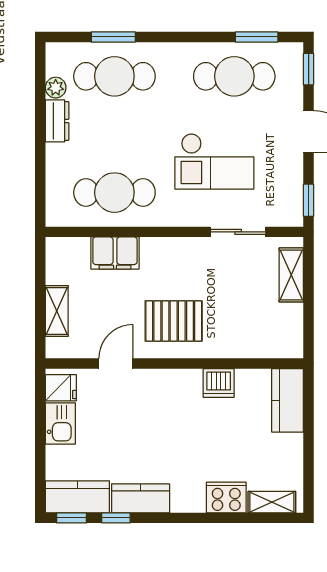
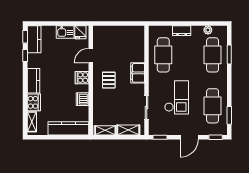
dresser: (57, 121) -> (182, 31), moved
checkout: (214, 161) -> (177, 97), turned 180
filing cabinet: (115, 253) -> (138, 73), moved
shelving: (57, 311) -> (105, 130), moved
pallet: (174, 321) -> (109, 80), width x0.67, depth x0.71
door: (116, 364) -> (91, 56), swing flipped
cooker: (168, 384) -> (82, 78), added
kitchen counter: (288, 400) -> (68, 128), width x1.50
kitchen counter: (141, 498) -> (33, 81), moved

